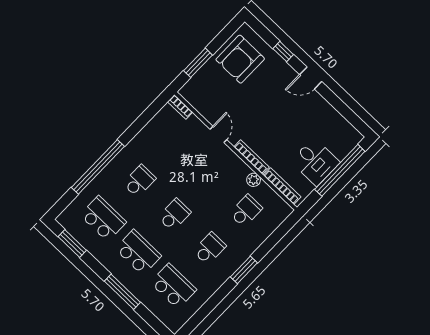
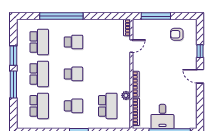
armchair: (240, 59) -> (177, 34), width x0.53, depth x0.53
window: (198, 63) -> (156, 16), width x1.44
door: (218, 134) -> (131, 46), moved
school desk: (246, 211) -> (108, 106), width x1.85
window: (72, 244) -> (13, 56), moved

